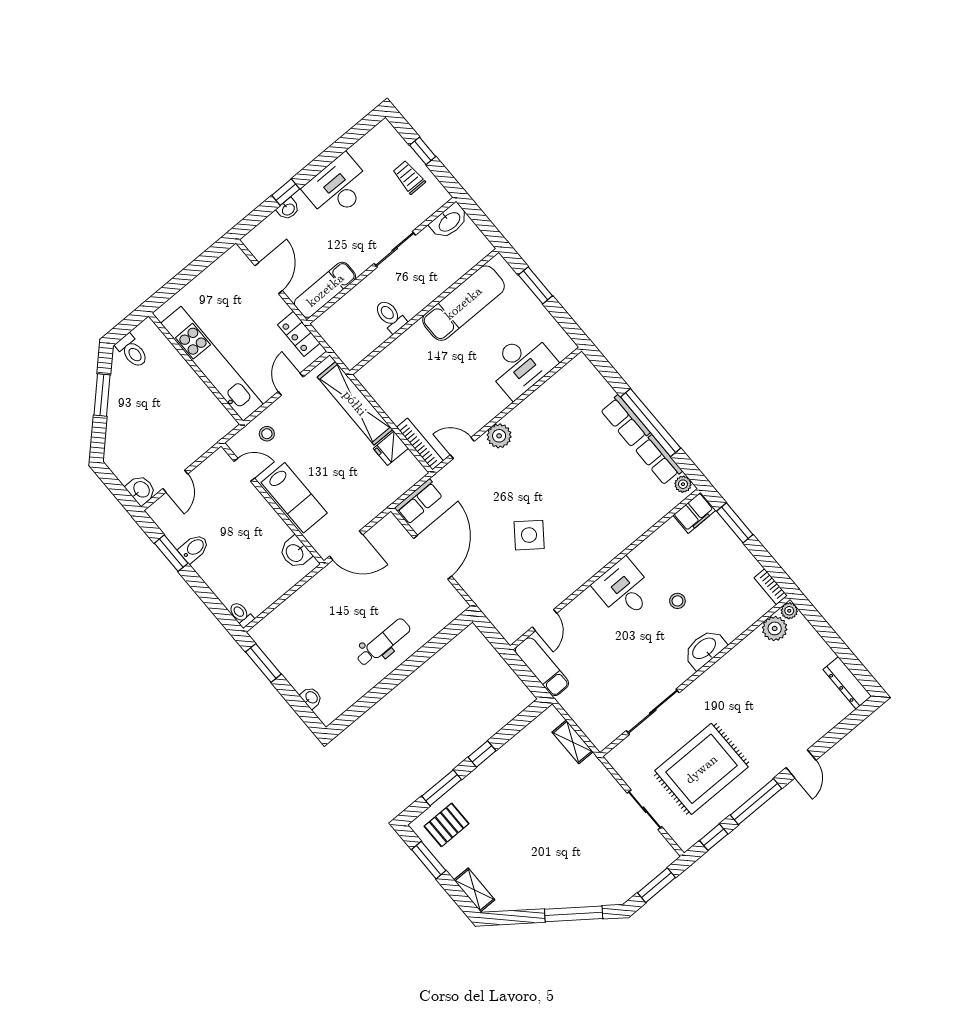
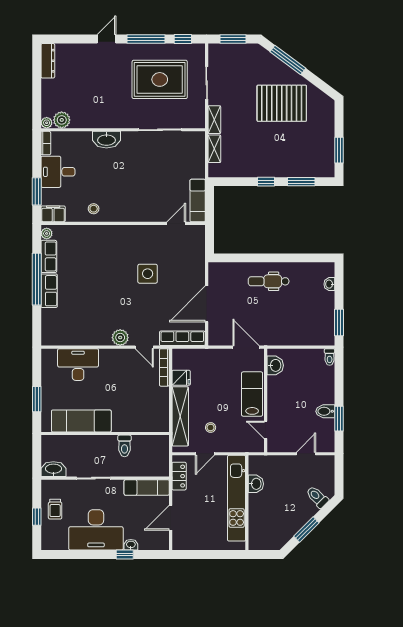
desk: (338, 187) -> (96, 530), width x1.36, depth x1.30
toilet: (132, 351) -> (317, 497), moved, turned -45
stool: (267, 434) -> (211, 428), moved
washbasin: (141, 490) -> (256, 484), moved, turned 180
row of seats: (419, 502) -> (182, 338), width x1.48
side table: (529, 535) -> (148, 274), turned -37
desk: (624, 589) -> (58, 172), moved, turned 90
stool: (677, 601) -> (94, 209), moved
pallet: (447, 825) -> (282, 103), moved, width x2.05, depth x2.00
shelving: (474, 890) -> (214, 120), moved

